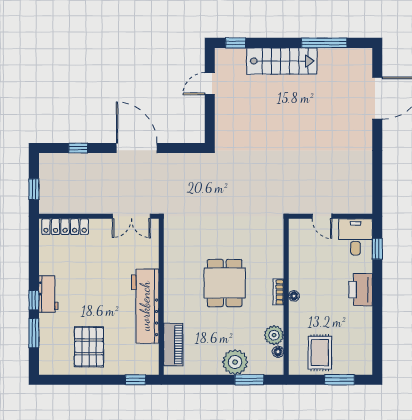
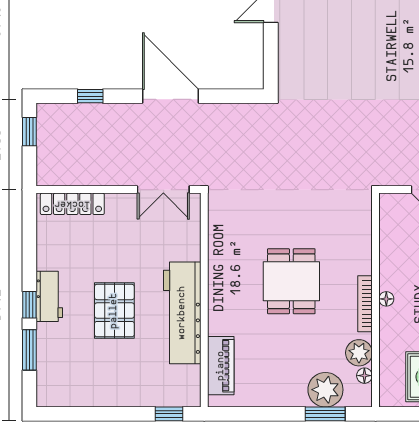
window: (34, 189) -> (29, 132), moved
bookcase: (278, 292) -> (365, 304), width x1.56
pallet: (89, 347) -> (114, 311), moved
plant: (235, 362) -> (325, 390), moved

